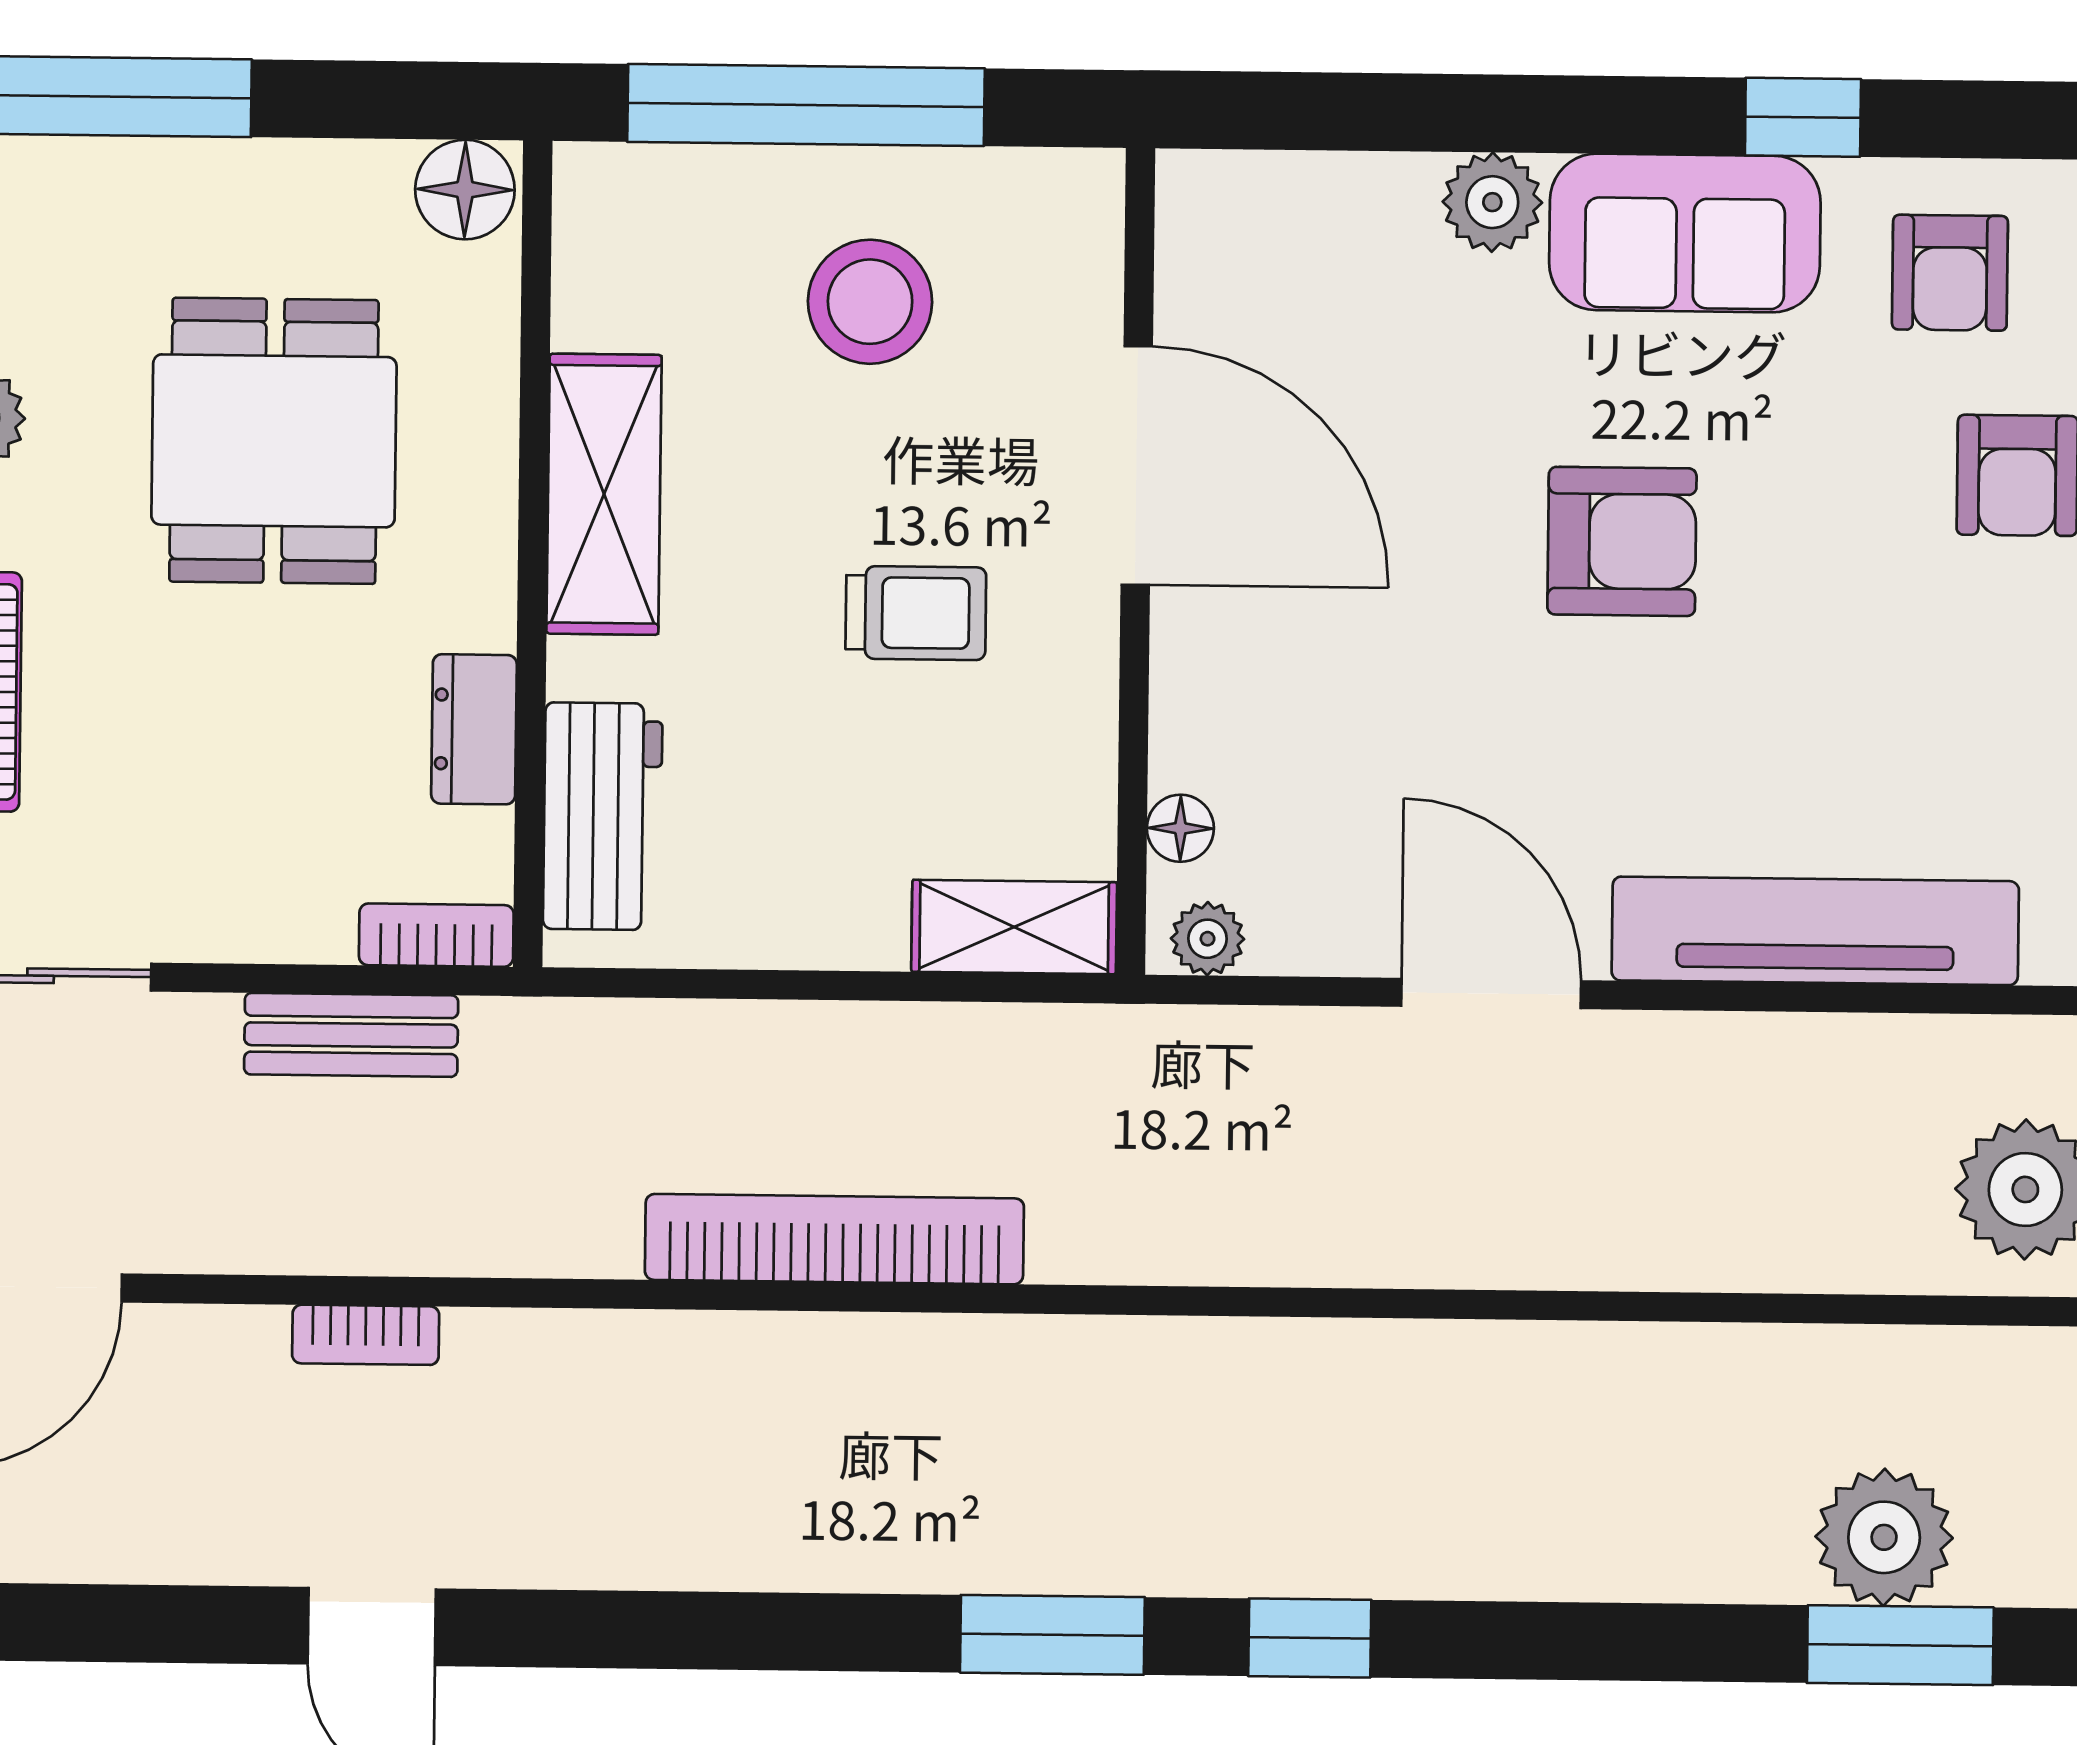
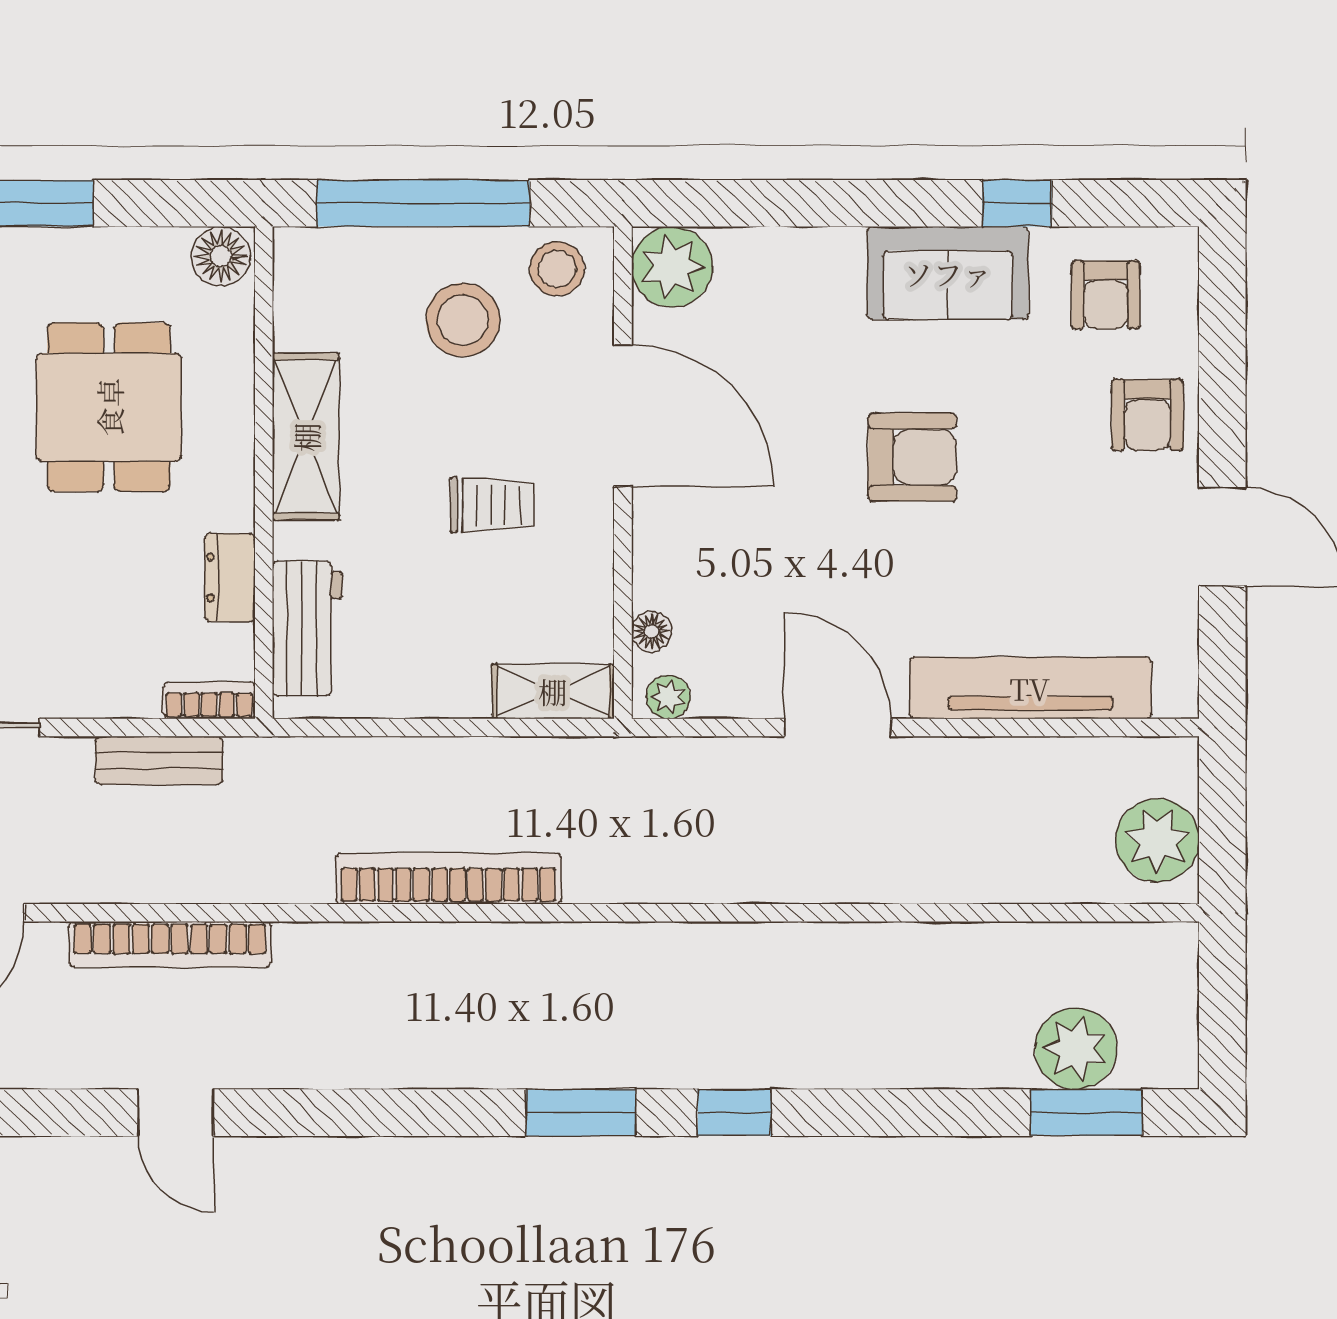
plant: (1492, 202) -> (672, 267), moved, width x1.36, depth x1.36
stool: (1029, 217) -> (557, 269), added
bookcase: (366, 1335) -> (170, 944), width x2.31, depth x1.31

